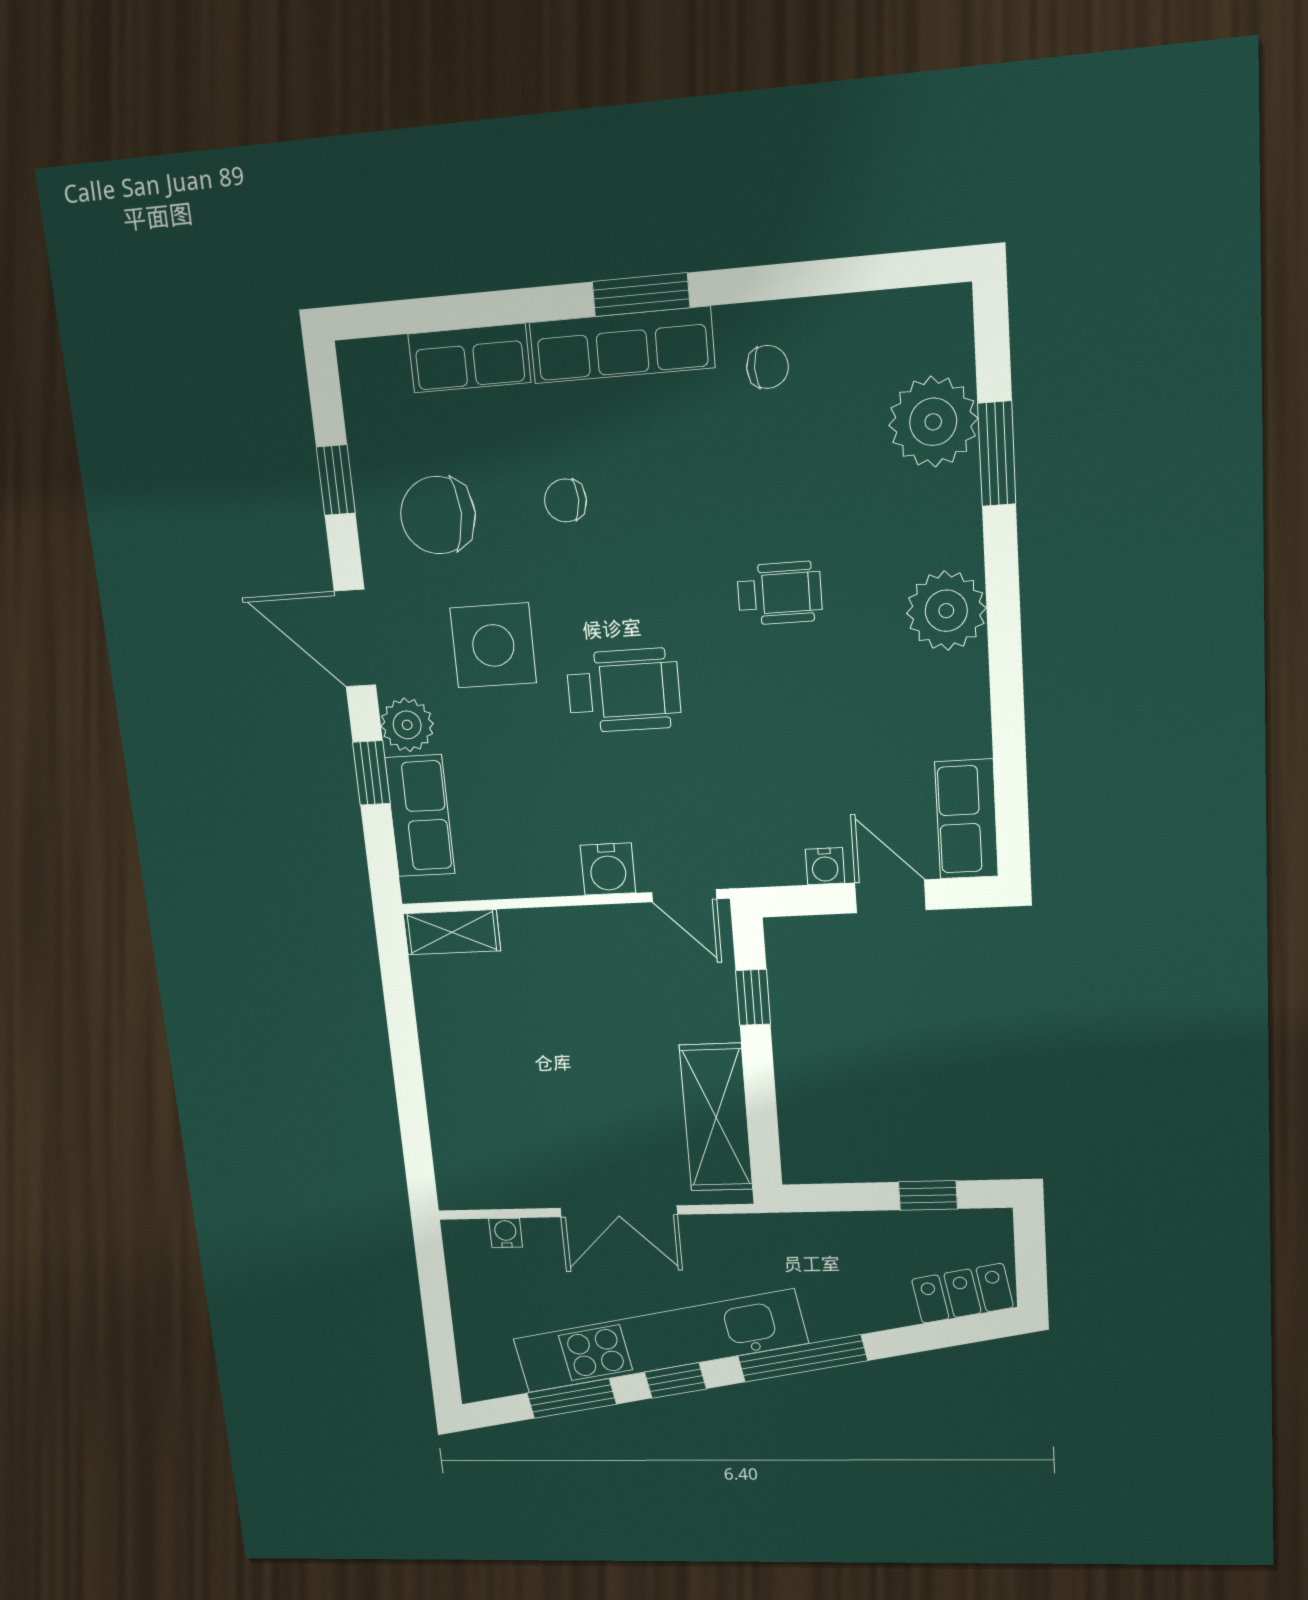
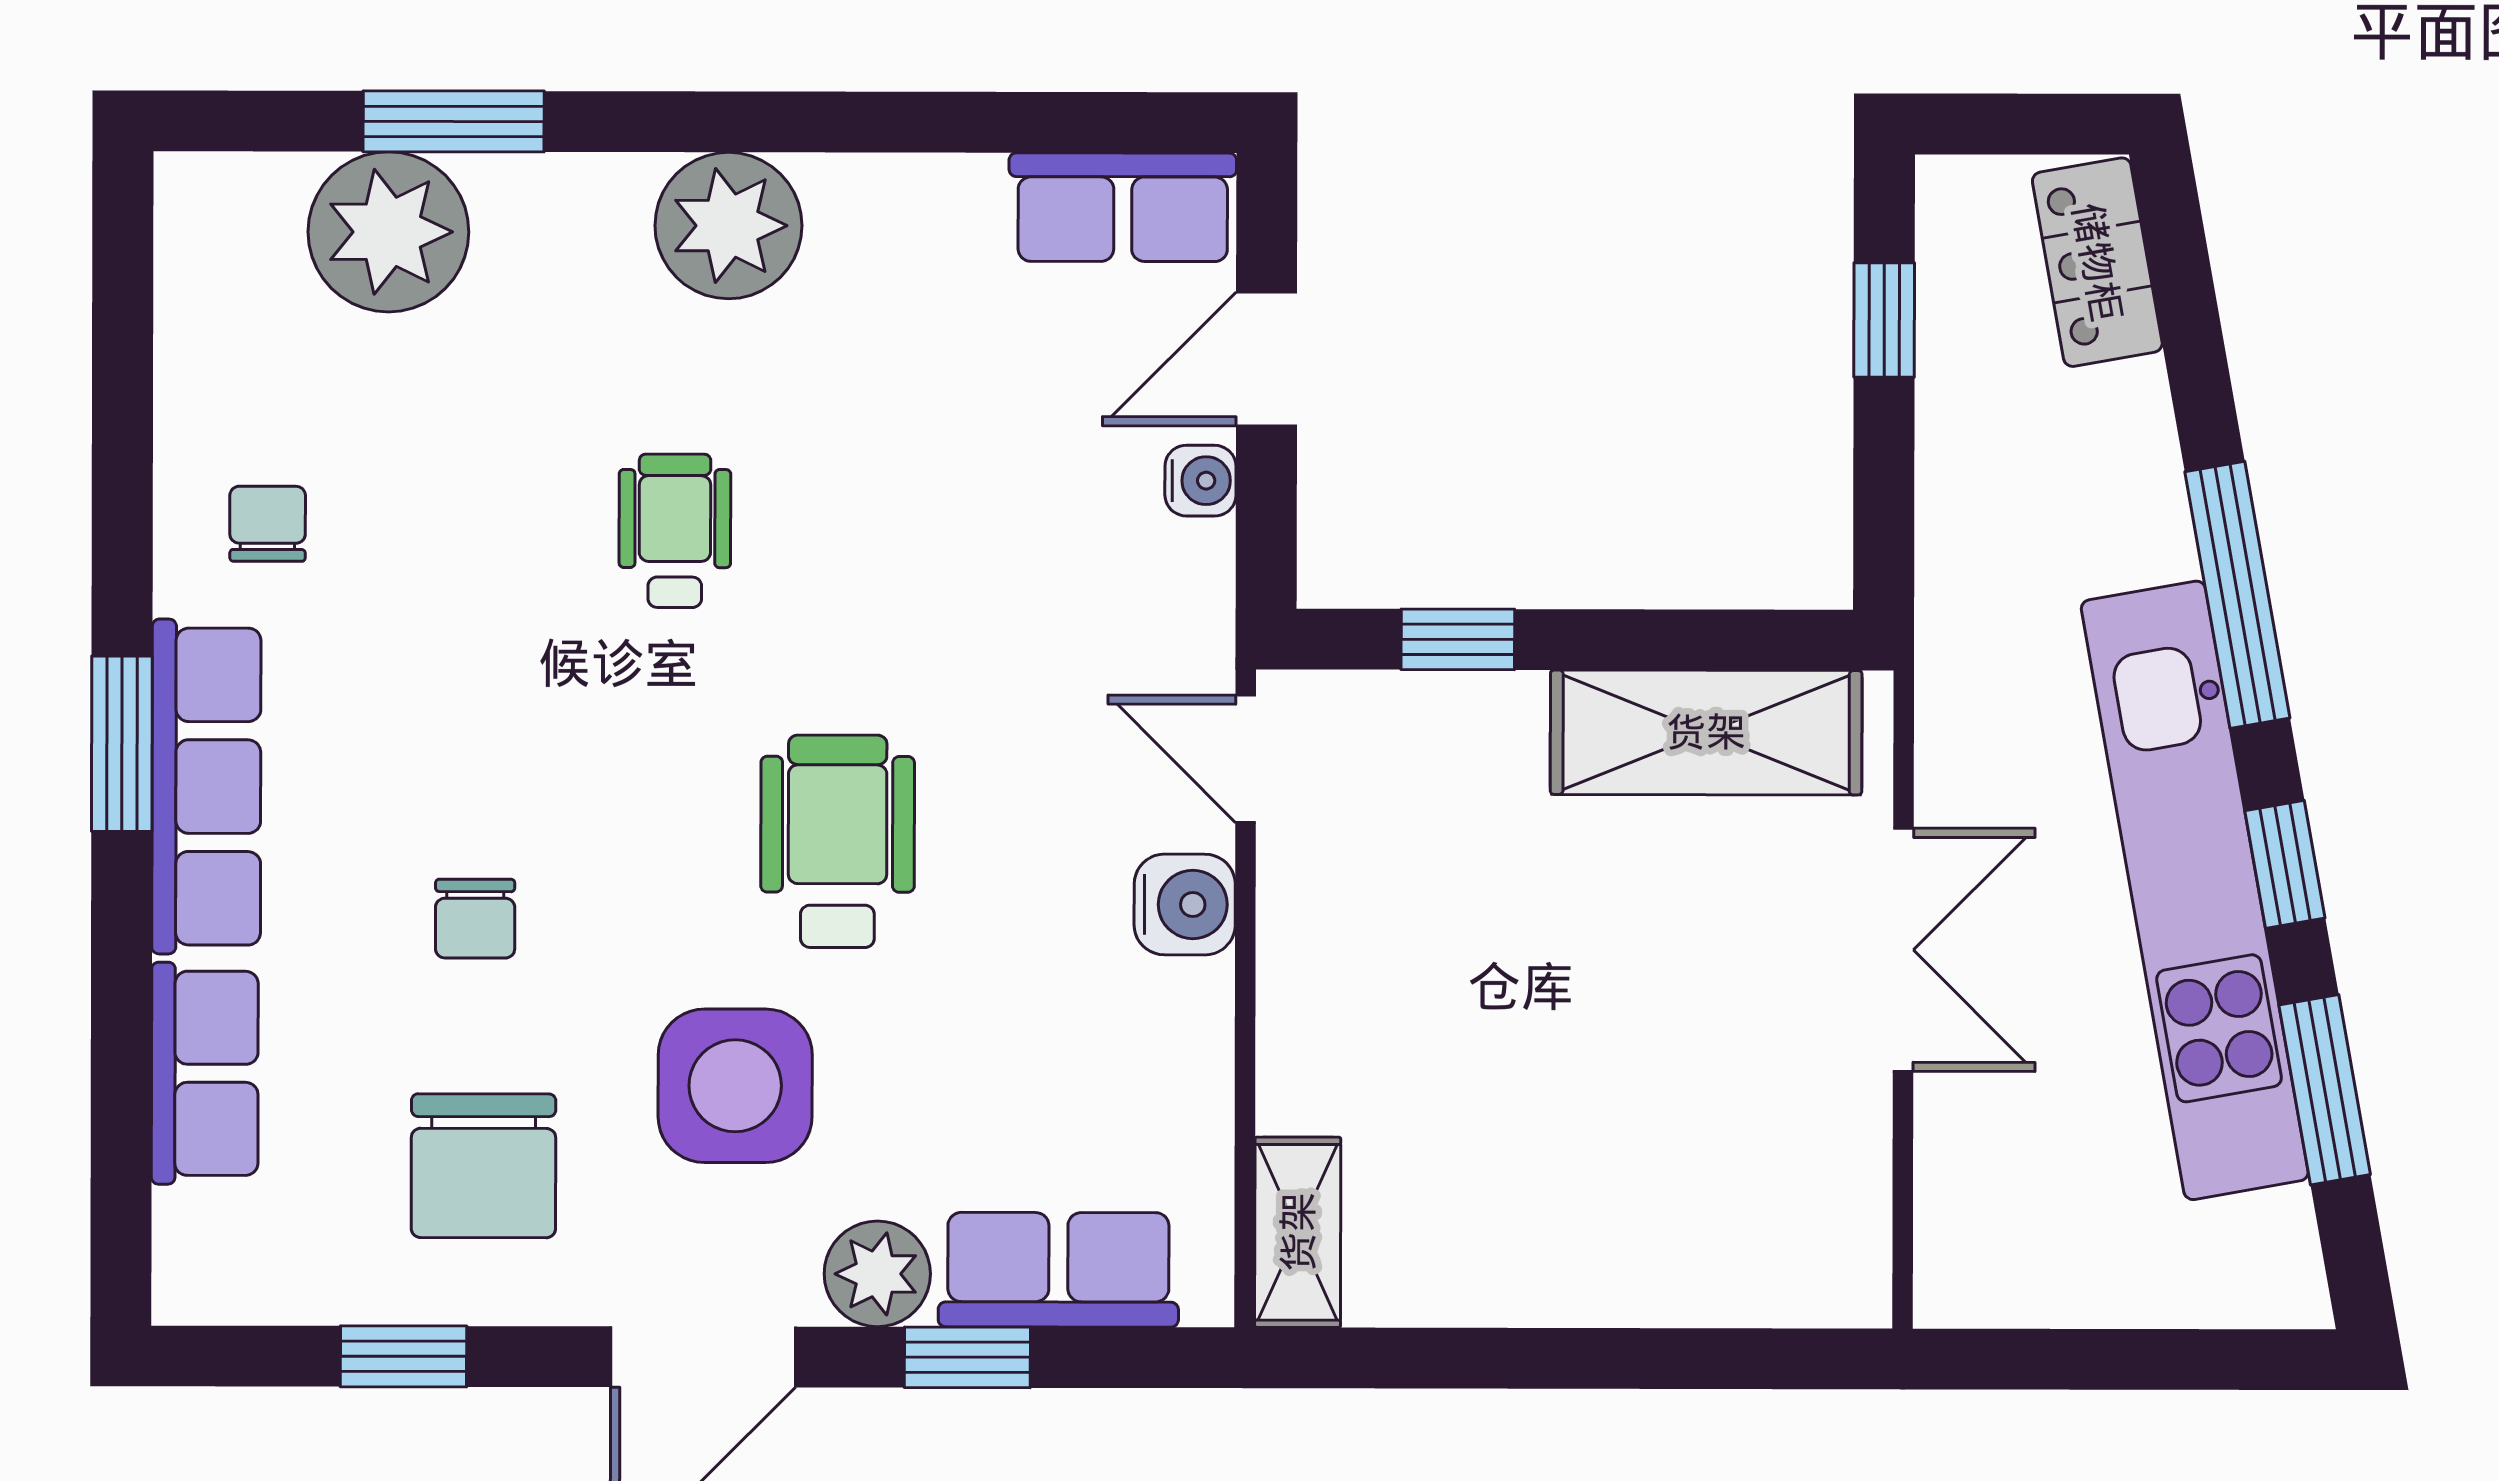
door: (684, 896) -> (1246, 759), swing flipped
water cooler: (506, 1233) -> (1945, 1192), removed

